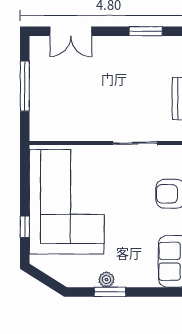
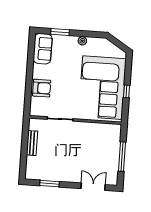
window: (25, 227) -> (127, 91), moved
window: (110, 292) -> (60, 32), moved

